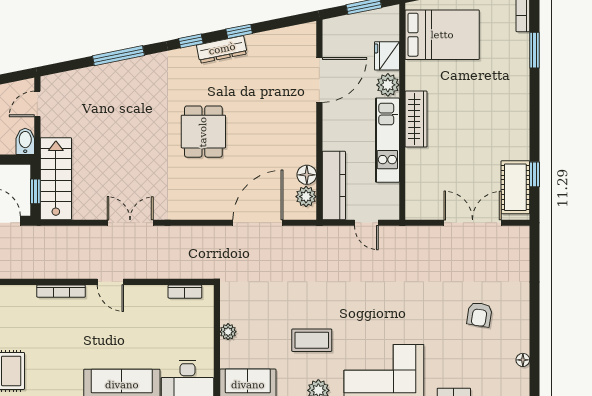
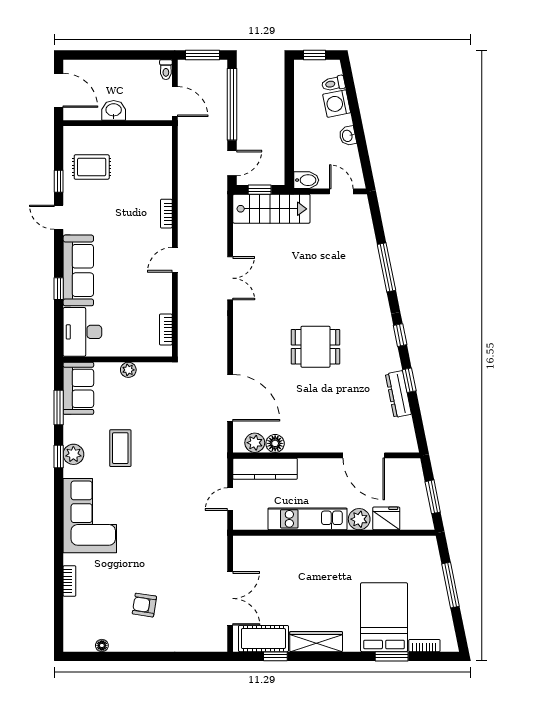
bed: (442, 35) -> (384, 617), moved, turned 180
dresser: (222, 49) -> (398, 394), moved
wardrobe: (416, 119) -> (316, 642), moved, turned 180
bookcase: (61, 291) -> (166, 214), width x0.64

